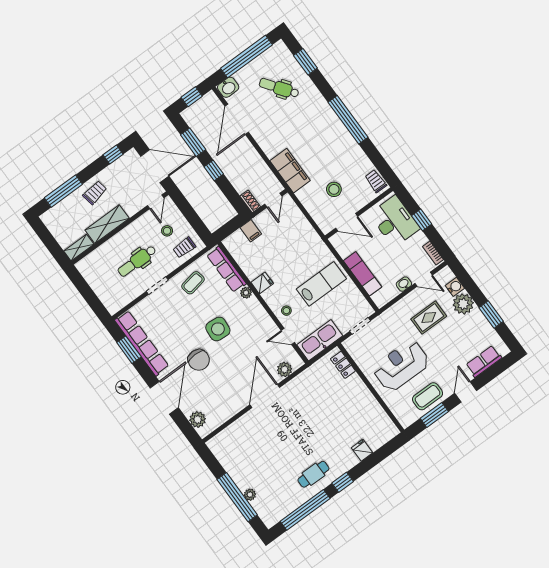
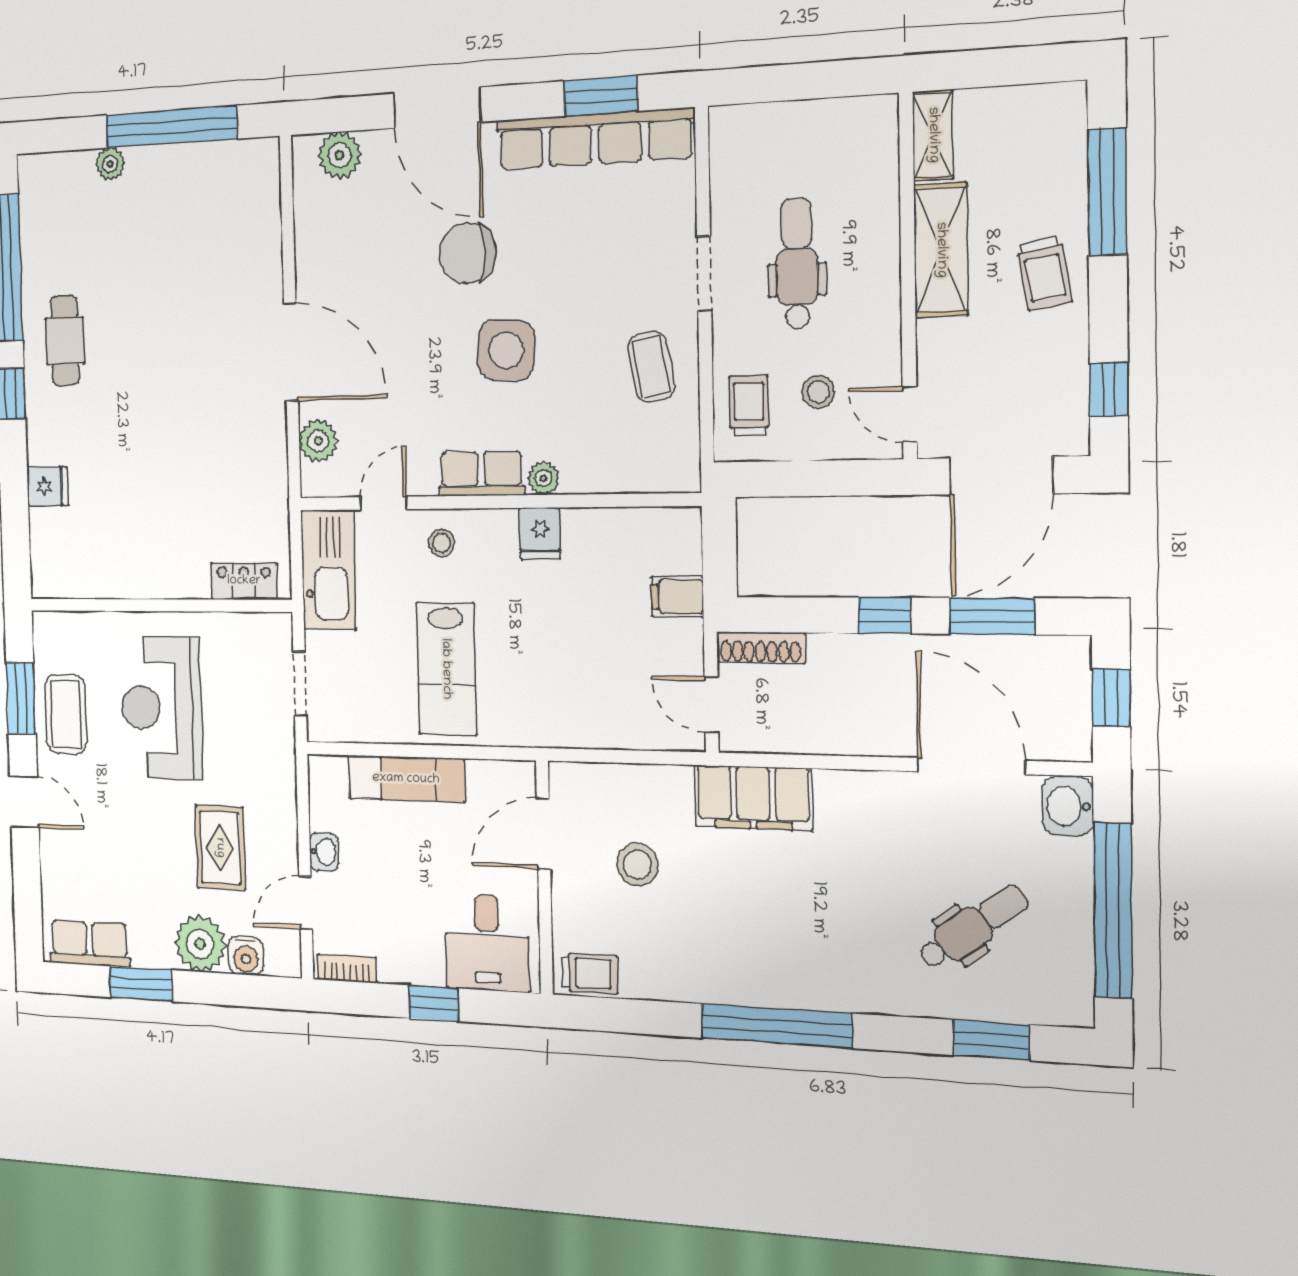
shoe rack: (250, 201) -> (760, 648), width x1.43
desk: (395, 221) -> (487, 943), width x0.73
row of seats: (226, 269) -> (481, 474), moved, width x0.68
row of seats: (484, 361) -> (90, 944), moved, turned -90
reception desk: (401, 366) -> (161, 708), turned 180
window: (237, 497) -> (171, 127), moved

